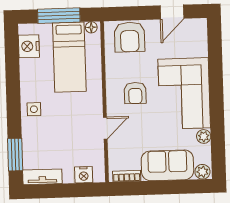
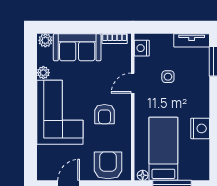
nightstand: (29, 46) -> (200, 128), moved
armchair: (135, 93) -> (105, 114), turned 180
side table: (34, 109) -> (168, 77), moved
nightstand: (84, 175) -> (142, 48), moved, turned -90

